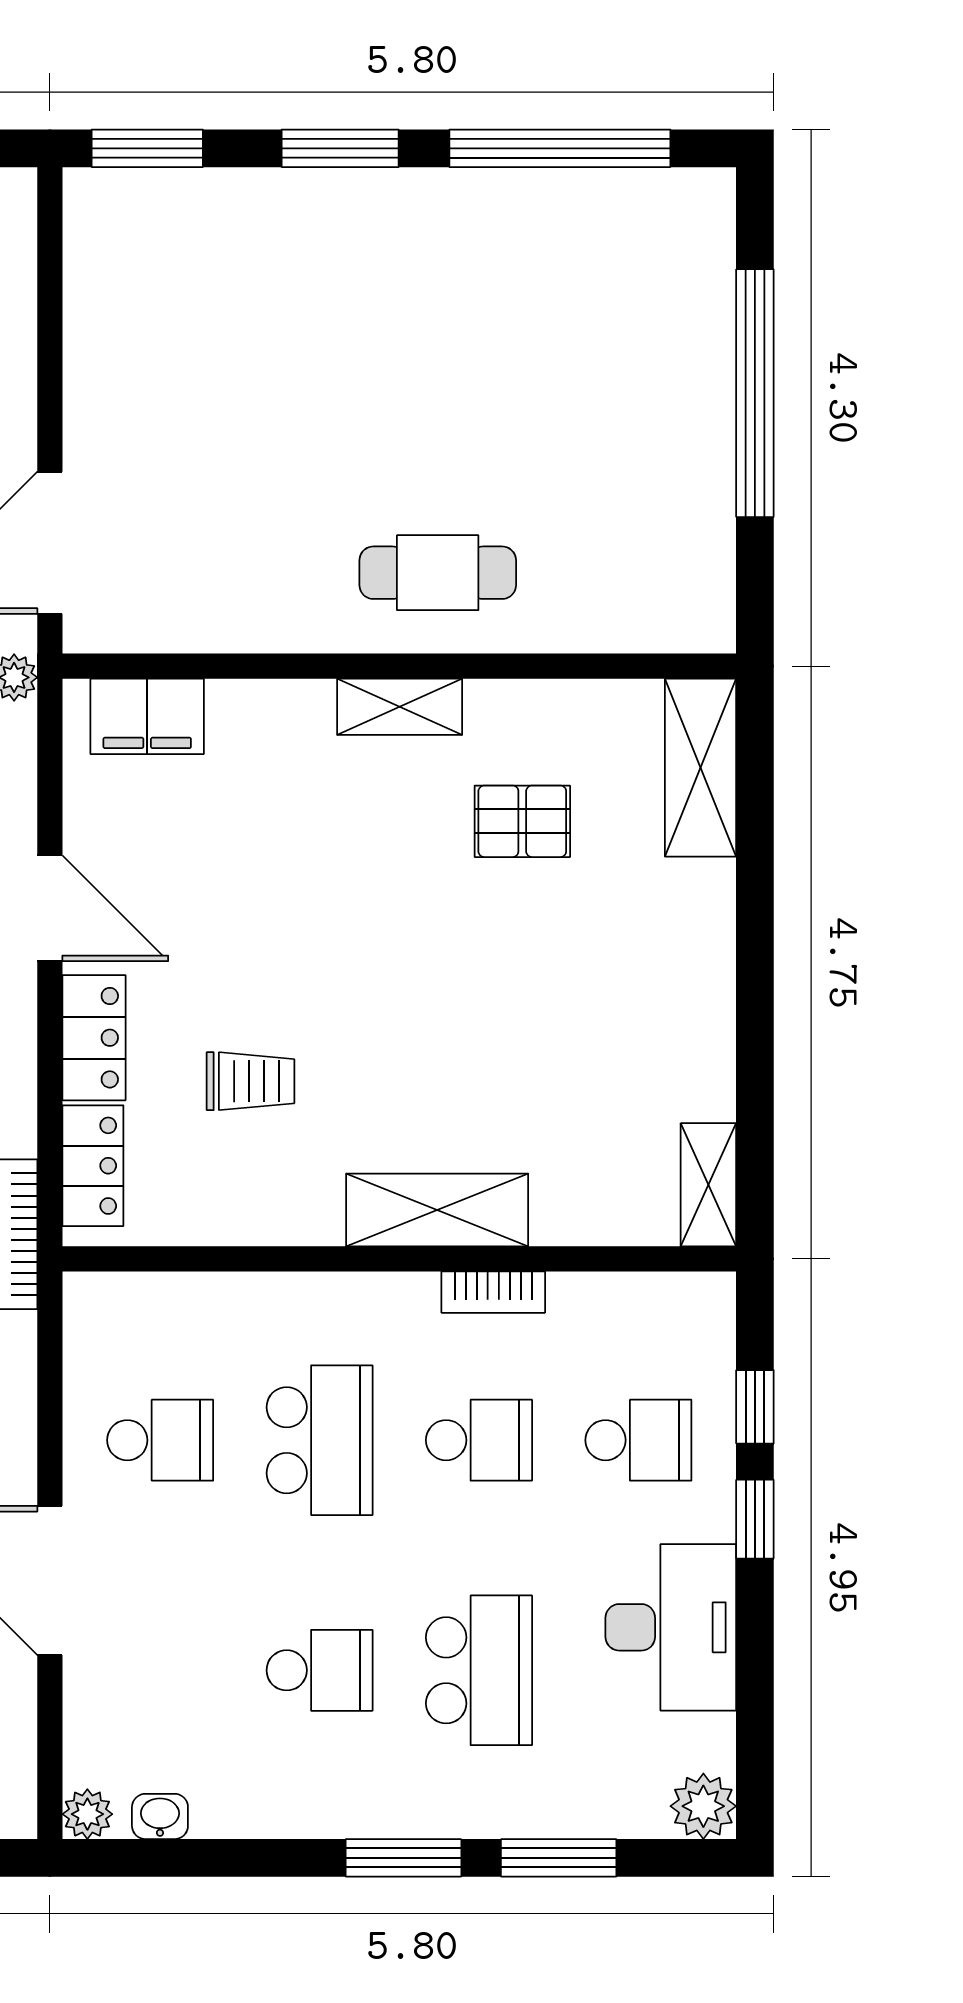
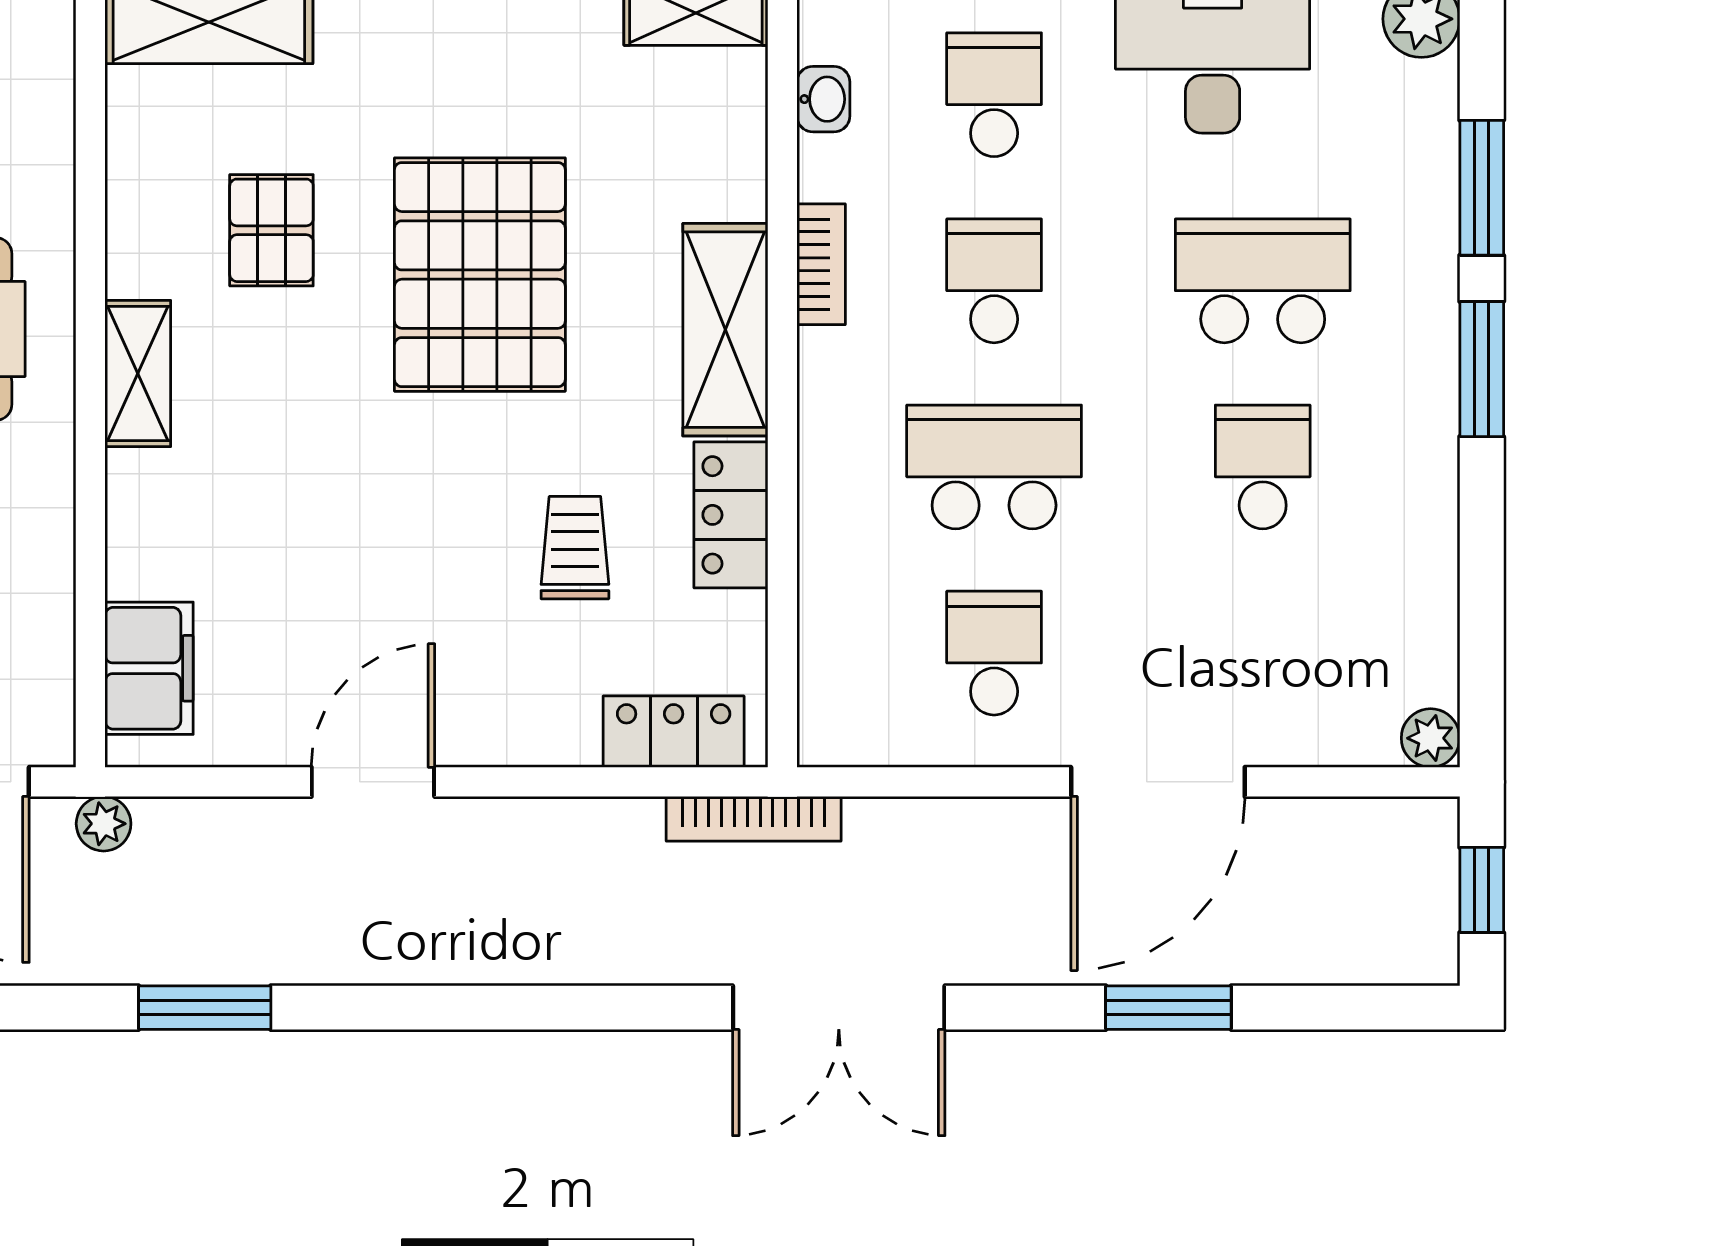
pallet: (484, 1000) -> (480, 275), added
locker: (94, 1038) -> (731, 515), moved, turned -90
washbasin: (160, 1816) -> (823, 99), moved, turned 180

